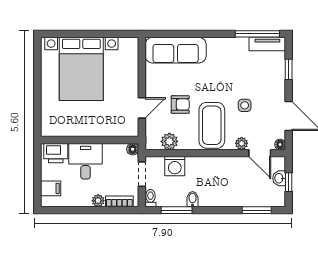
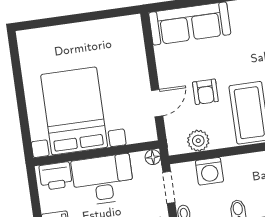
bed with nightstands: (81, 69) -> (74, 111), moved, turned 180
armchair: (180, 104) -> (205, 92), turned 90
desk: (86, 161) -> (103, 180), width x1.37

